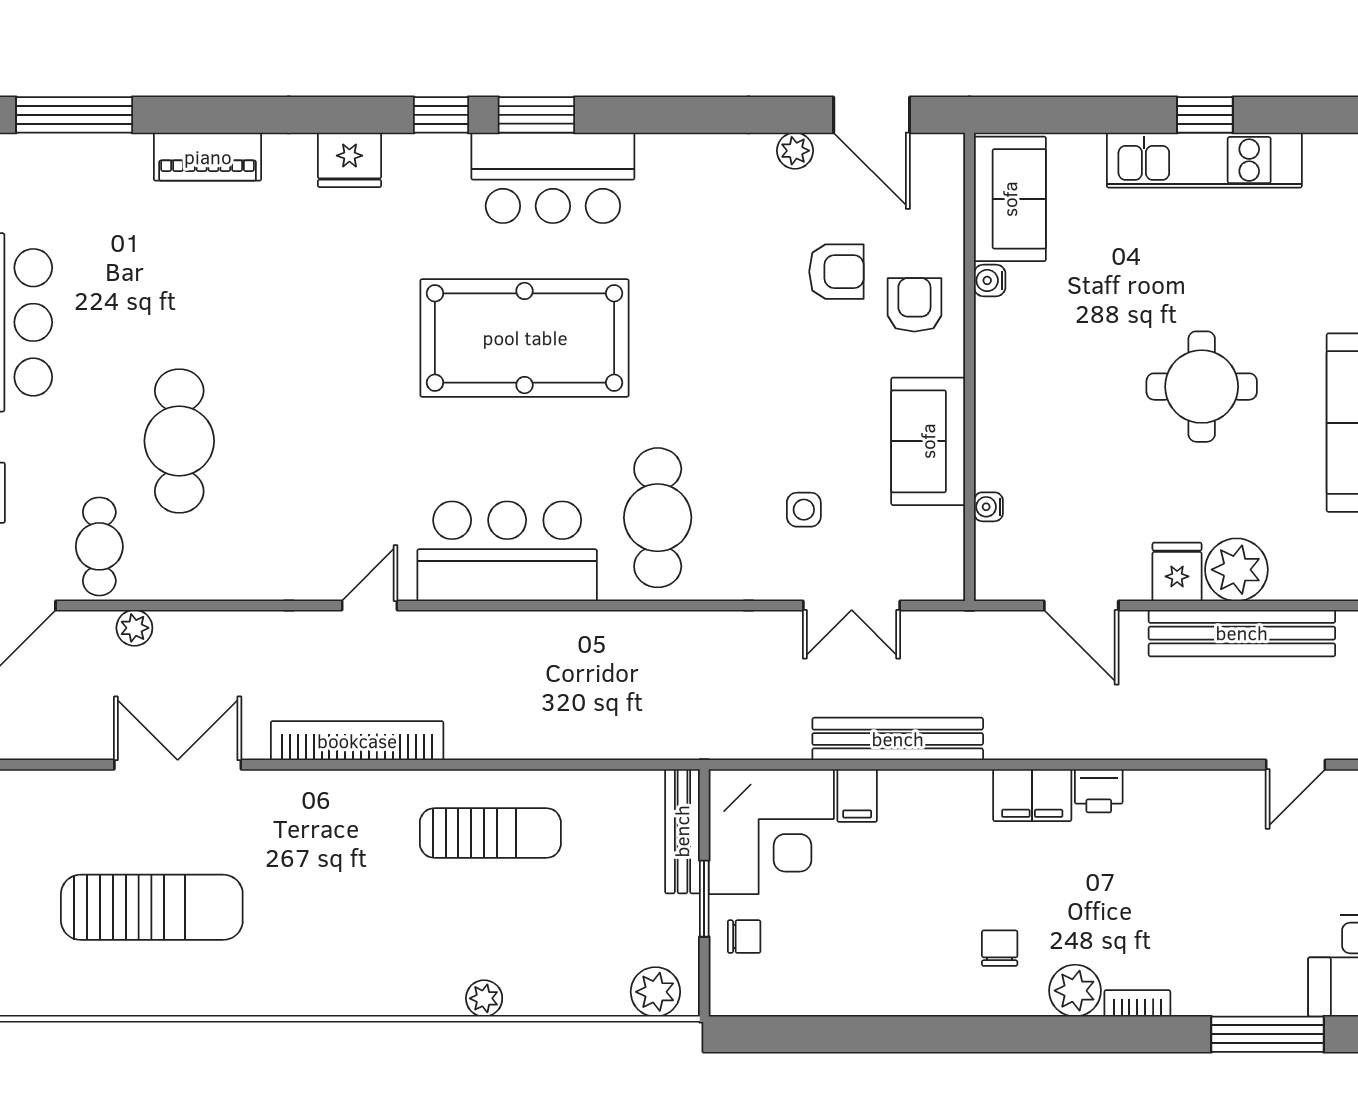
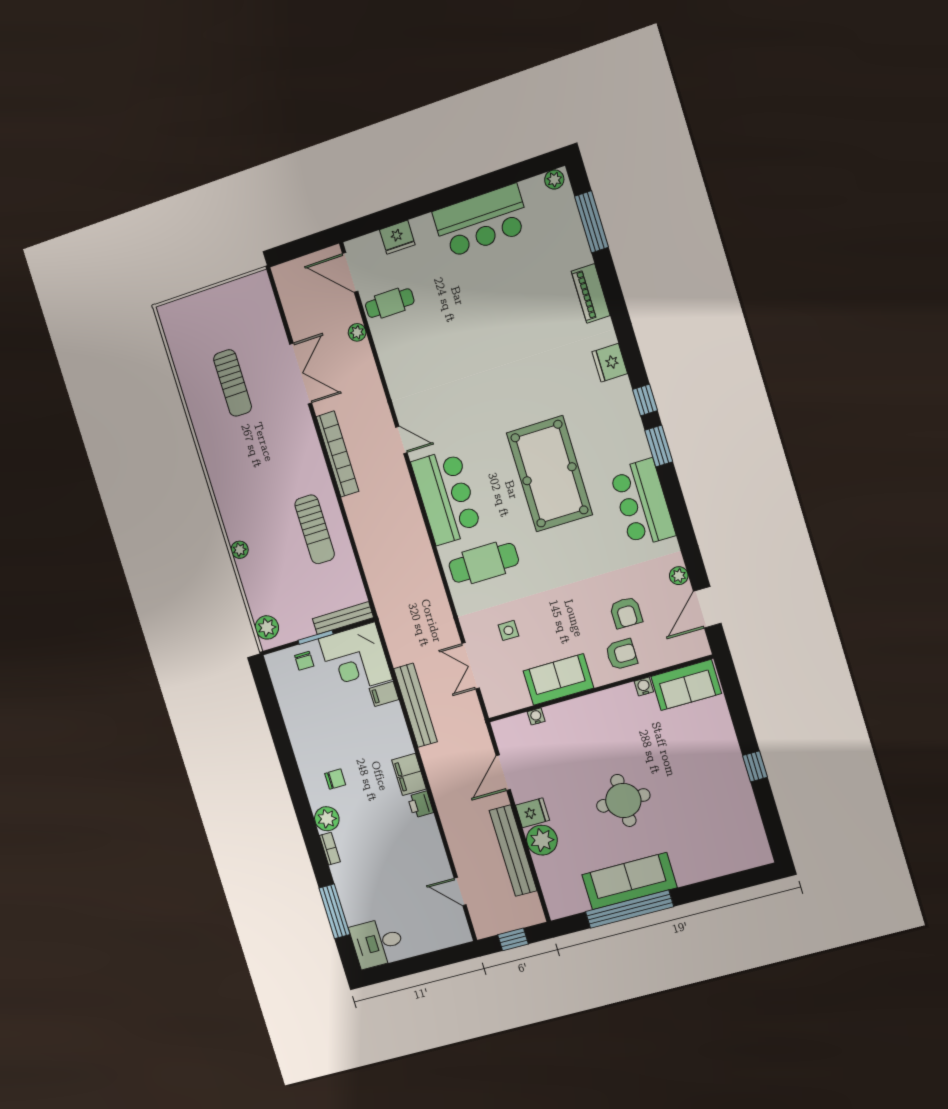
kitchen unit: (1204, 160) -> (733, 772), removed
bar counter: (553, 178) -> (642, 503), moved
cafe table: (179, 441) -> (451, 325), removed
sun lounger: (152, 907) -> (233, 383), width x0.73, depth x0.75

